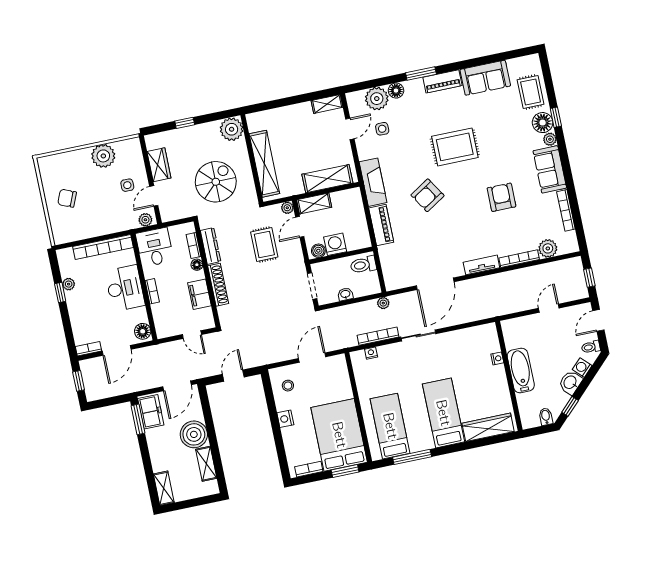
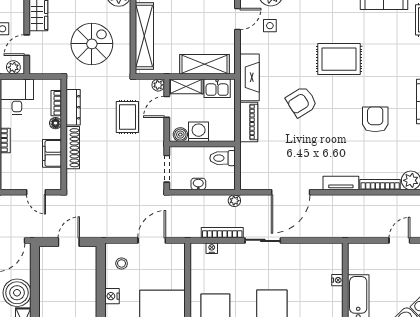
kitchen sink: (344, 199) -> (217, 88), added

